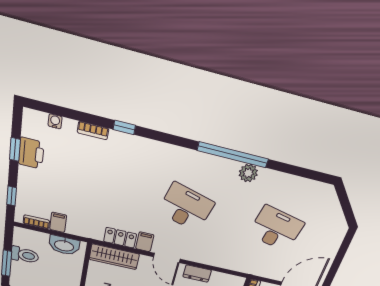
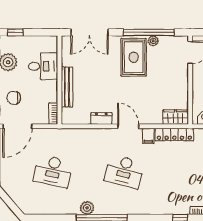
locker: (120, 238) -> (174, 135), width x1.53
wardrobe: (114, 257) -> (176, 117), width x0.67

